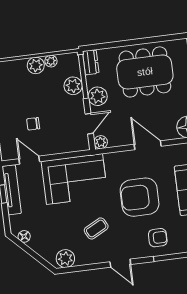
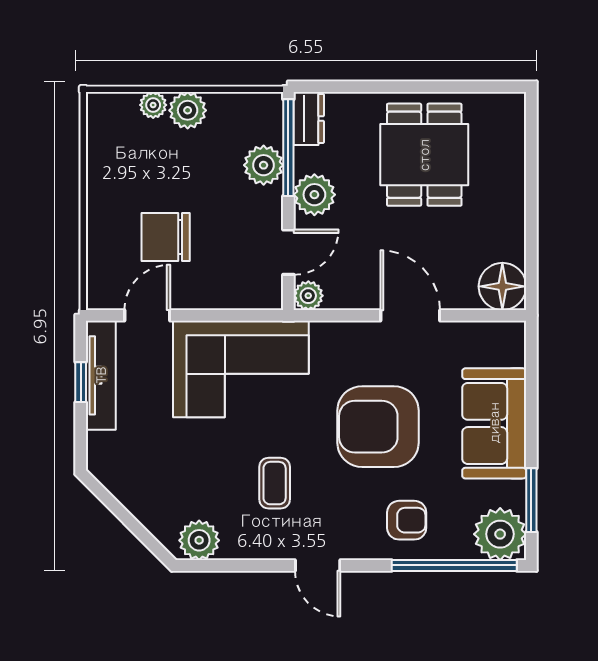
plant: (51, 61) -> (153, 105), moved
dining table: (145, 72) -> (424, 155), width x0.73
chair: (33, 124) -> (166, 237), width x1.87, depth x1.87
door: (29, 160) -> (147, 315), hinge flipped
coffee table: (96, 228) -> (275, 483), turned -62
floor lamp: (24, 236) -> (115, 481), removed

